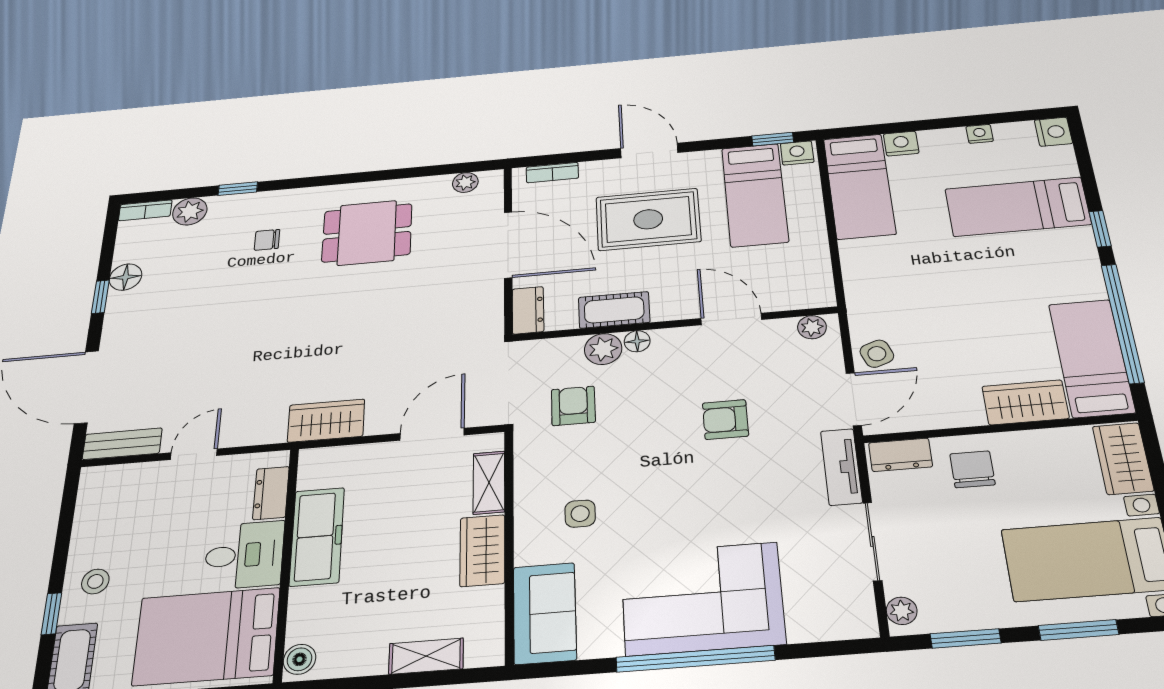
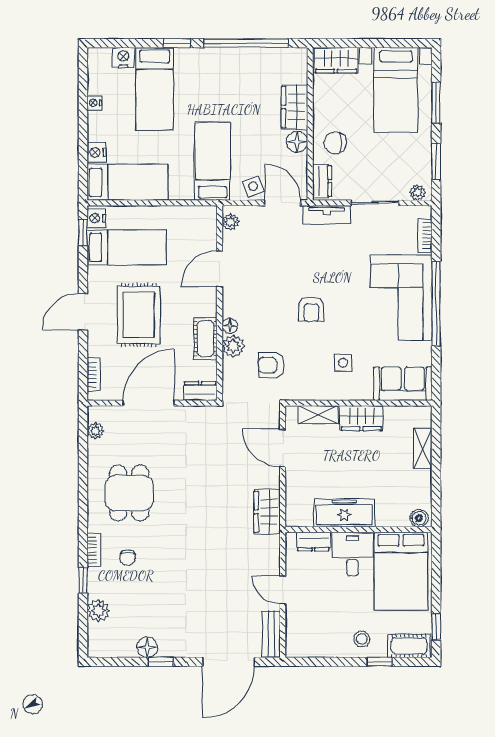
nightstand: (1053, 132) -> (123, 58), moved
bookcase: (145, 210) -> (94, 550), moved
bed: (1091, 358) -> (213, 161), moved, turned 90
floor lamp: (964, 411) -> (297, 142), added
armchair: (725, 420) -> (311, 309), moved
bookcase: (821, 630) -> (425, 236), added

